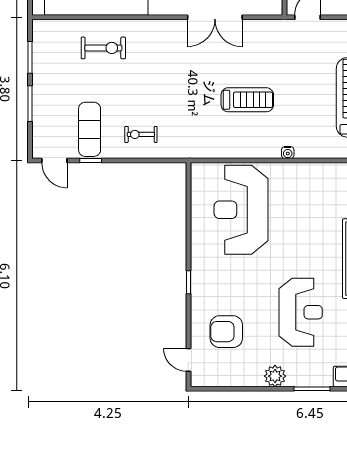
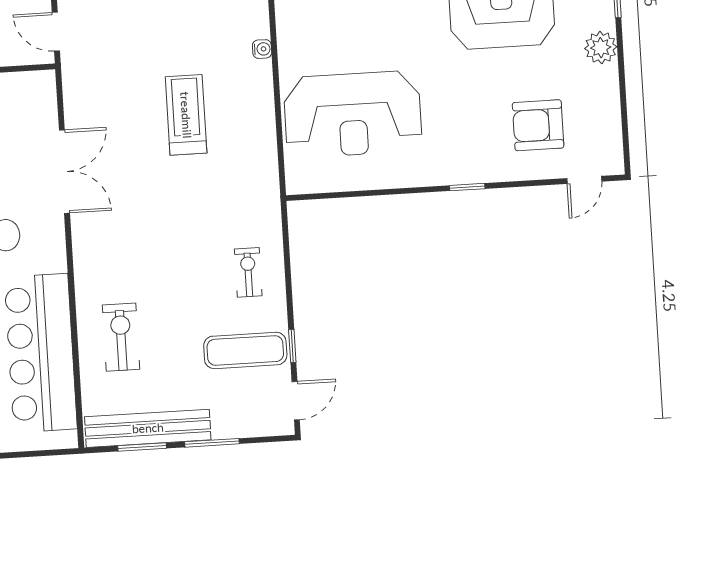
bench: (42, 62) -> (148, 428), added
exercise bike: (141, 134) -> (248, 272), turned 180
armchair: (226, 332) -> (538, 125), turned 90

